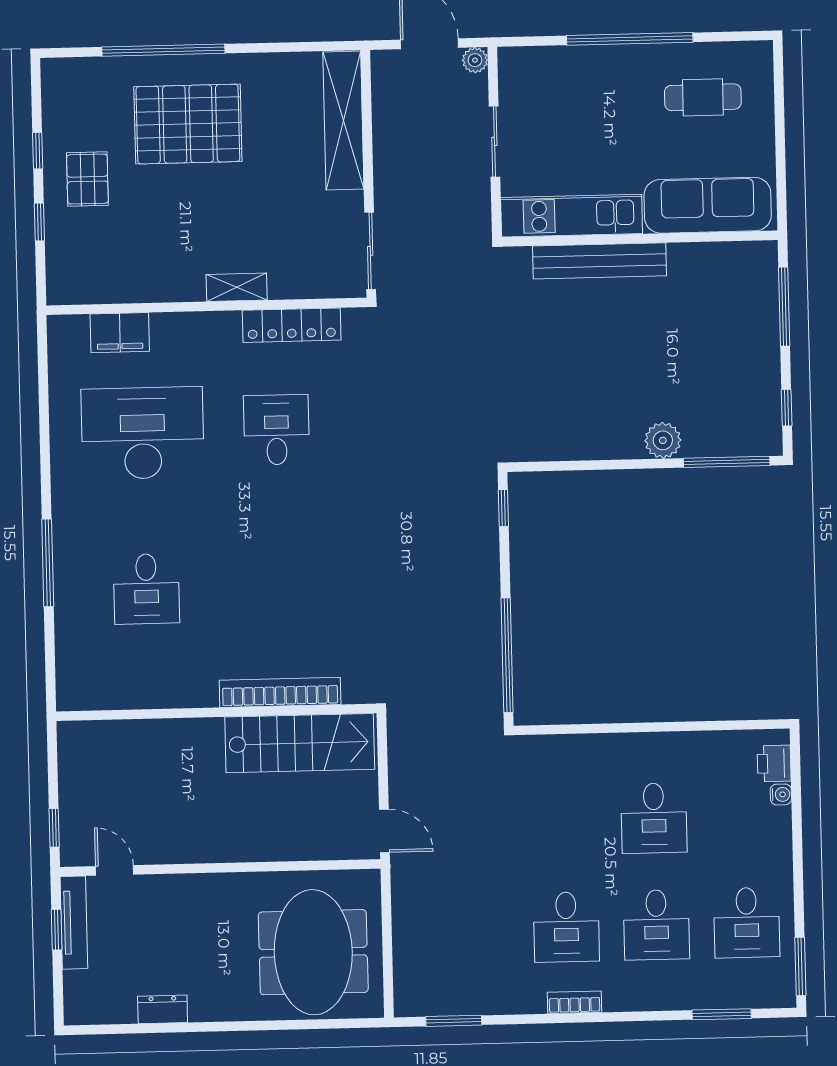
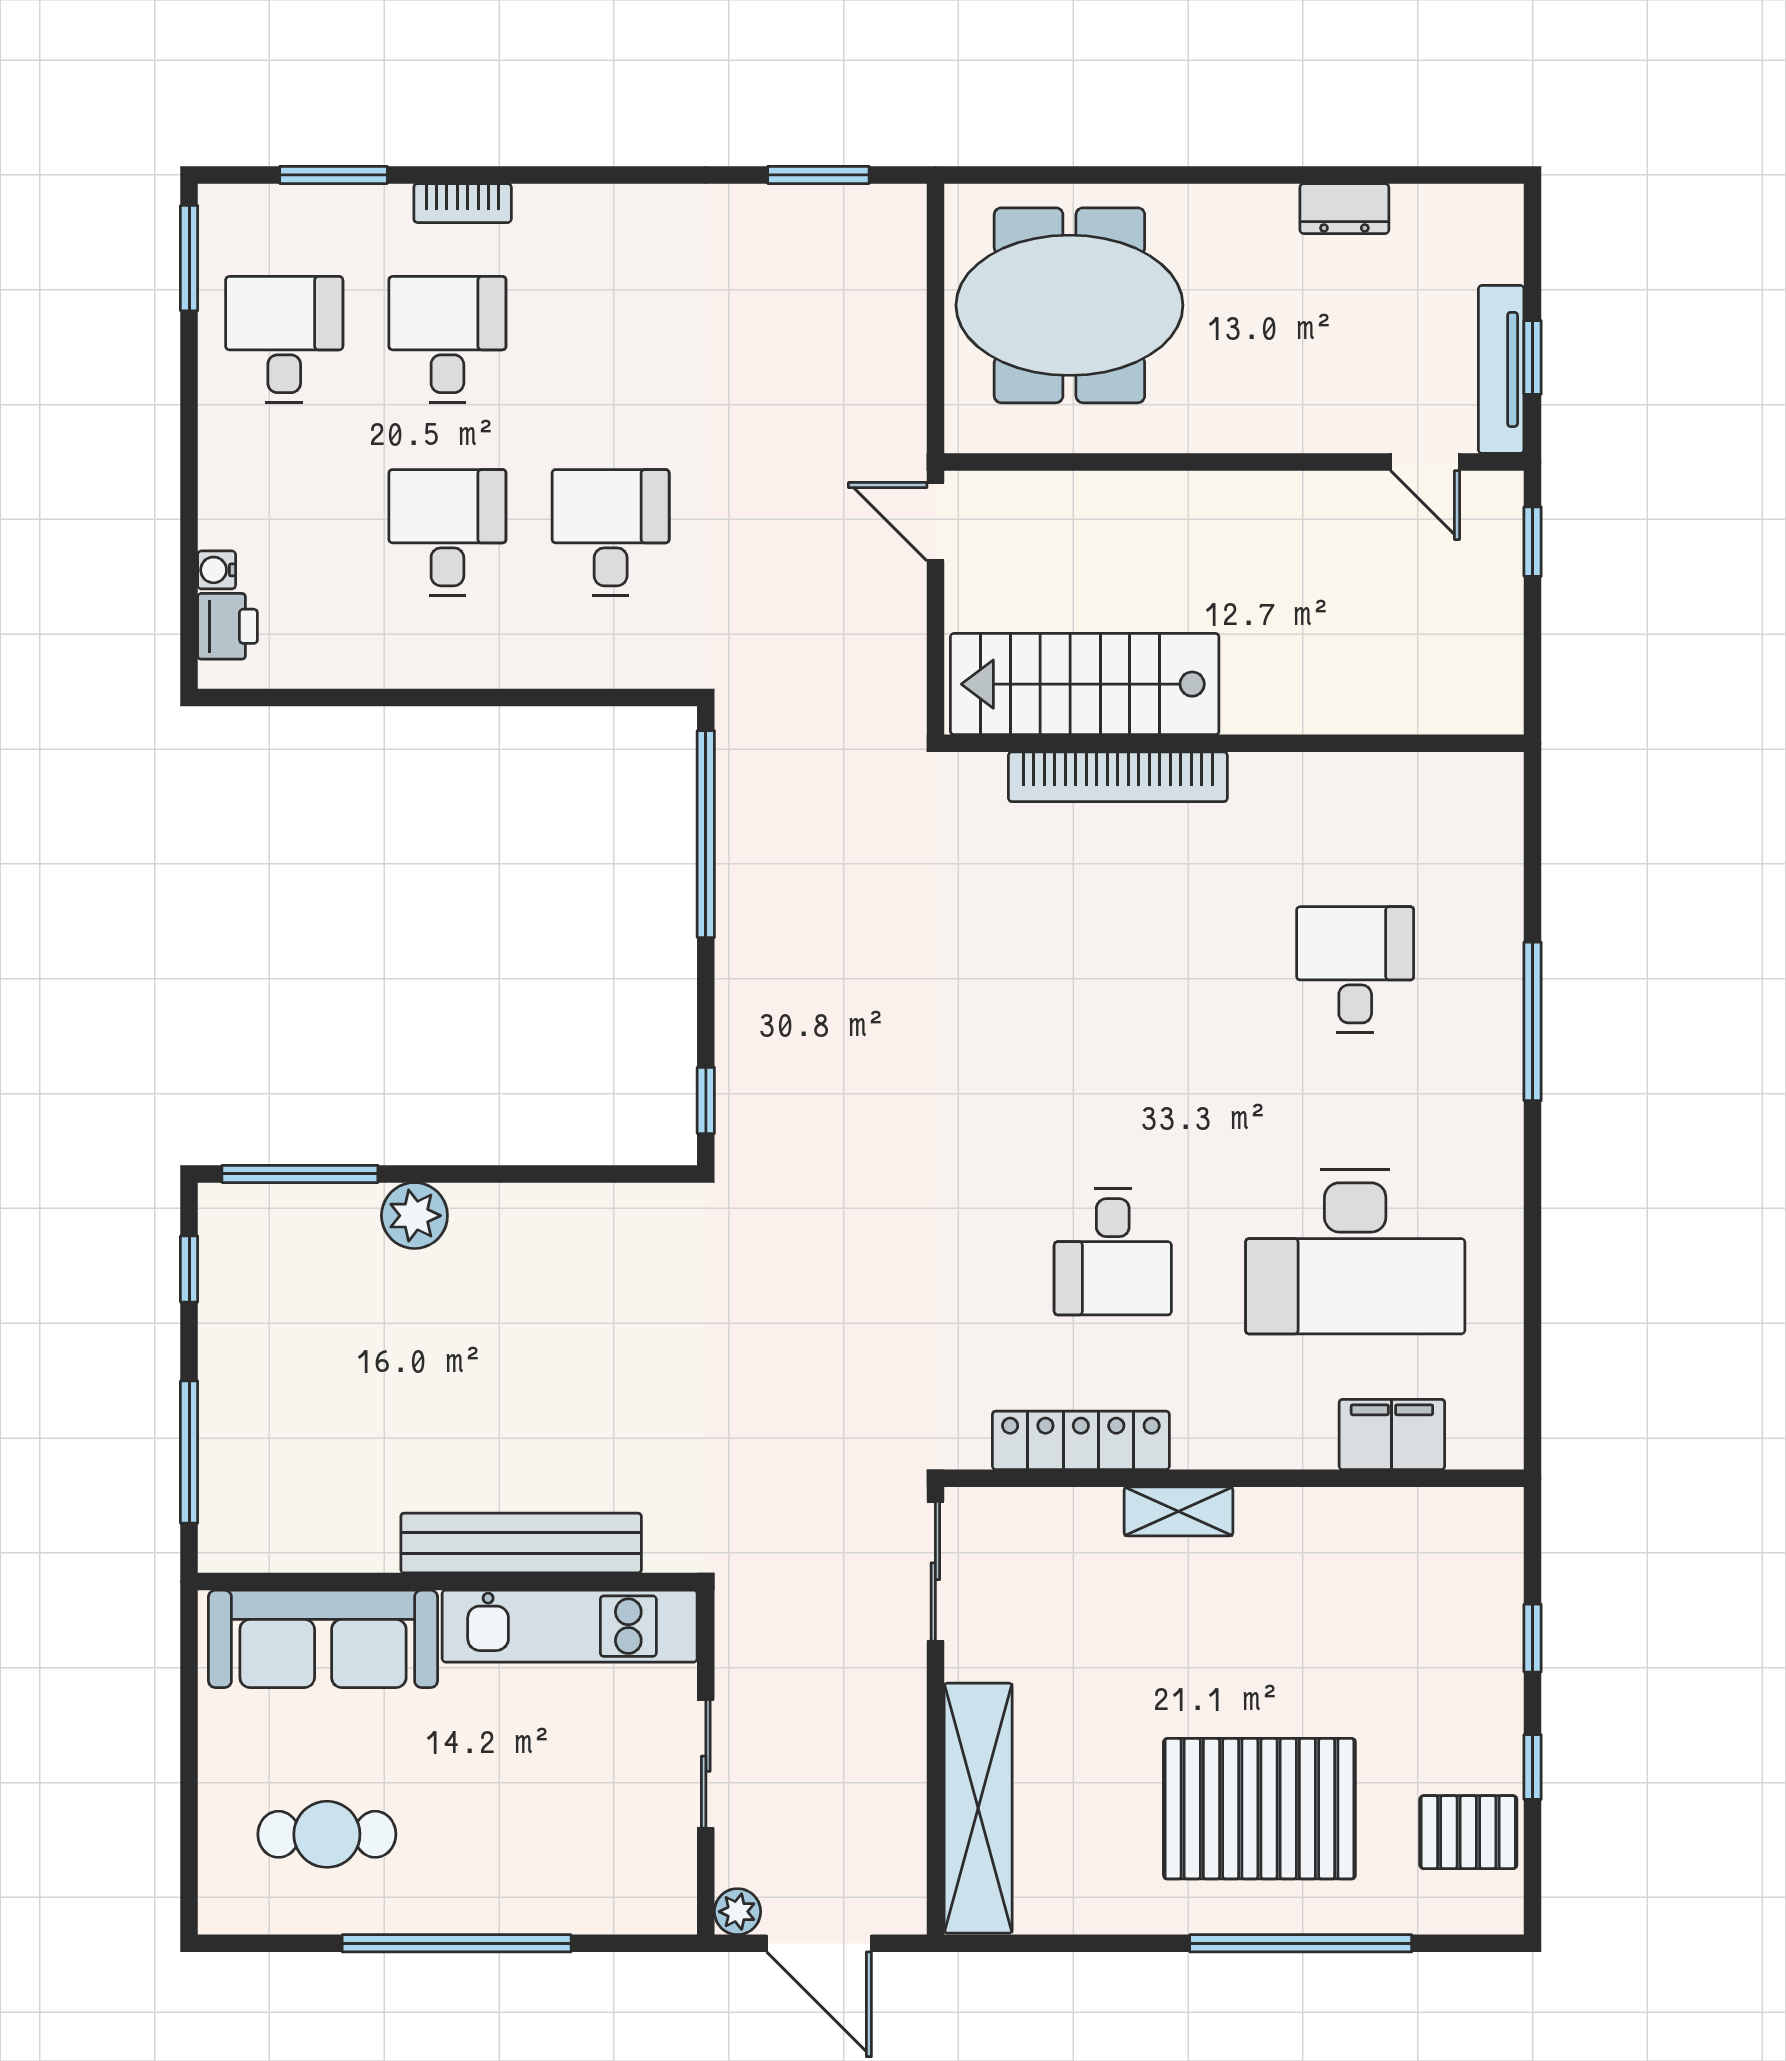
pallet: (87, 179) -> (1468, 1832), moved, turned 90
desk: (566, 927) -> (611, 533), moved
meeting table: (313, 952) -> (1069, 305), turned 90
bookcase: (575, 1002) -> (463, 203), moved

